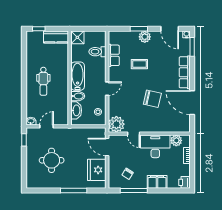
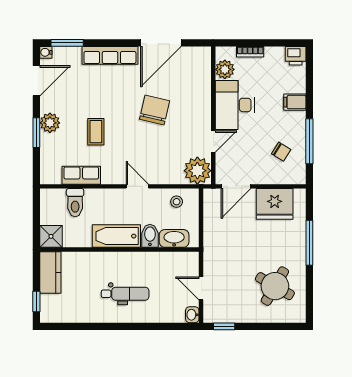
round table: (52, 160) -> (275, 286), moved, turned 30
filing cabinet: (157, 182) -> (295, 102), width x0.50

